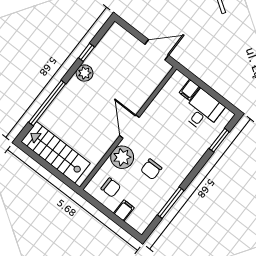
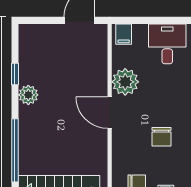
filing cabinet: (189, 90) -> (124, 34), moved
plant: (122, 157) -> (125, 82), moved

